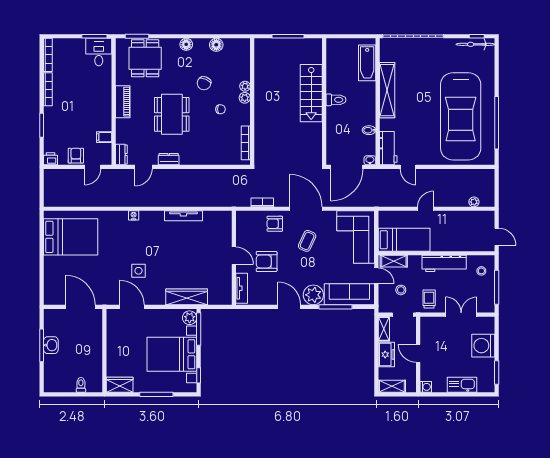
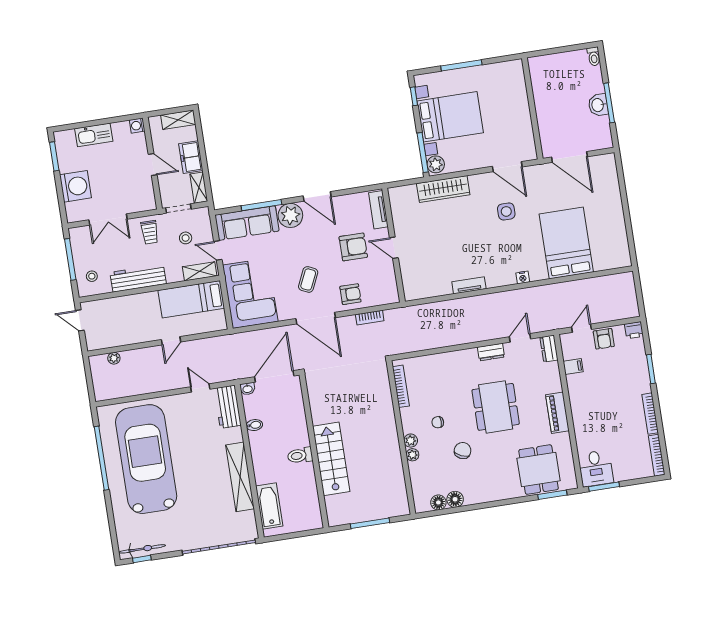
floor lamp: (186, 44) -> (438, 502), moved
tv unit: (183, 216) -> (469, 285), width x0.71
bed: (71, 237) -> (566, 243), moved, turned 90
toilet: (81, 385) -> (594, 56), moved
wardrobe: (120, 385) -> (508, 70), removed

